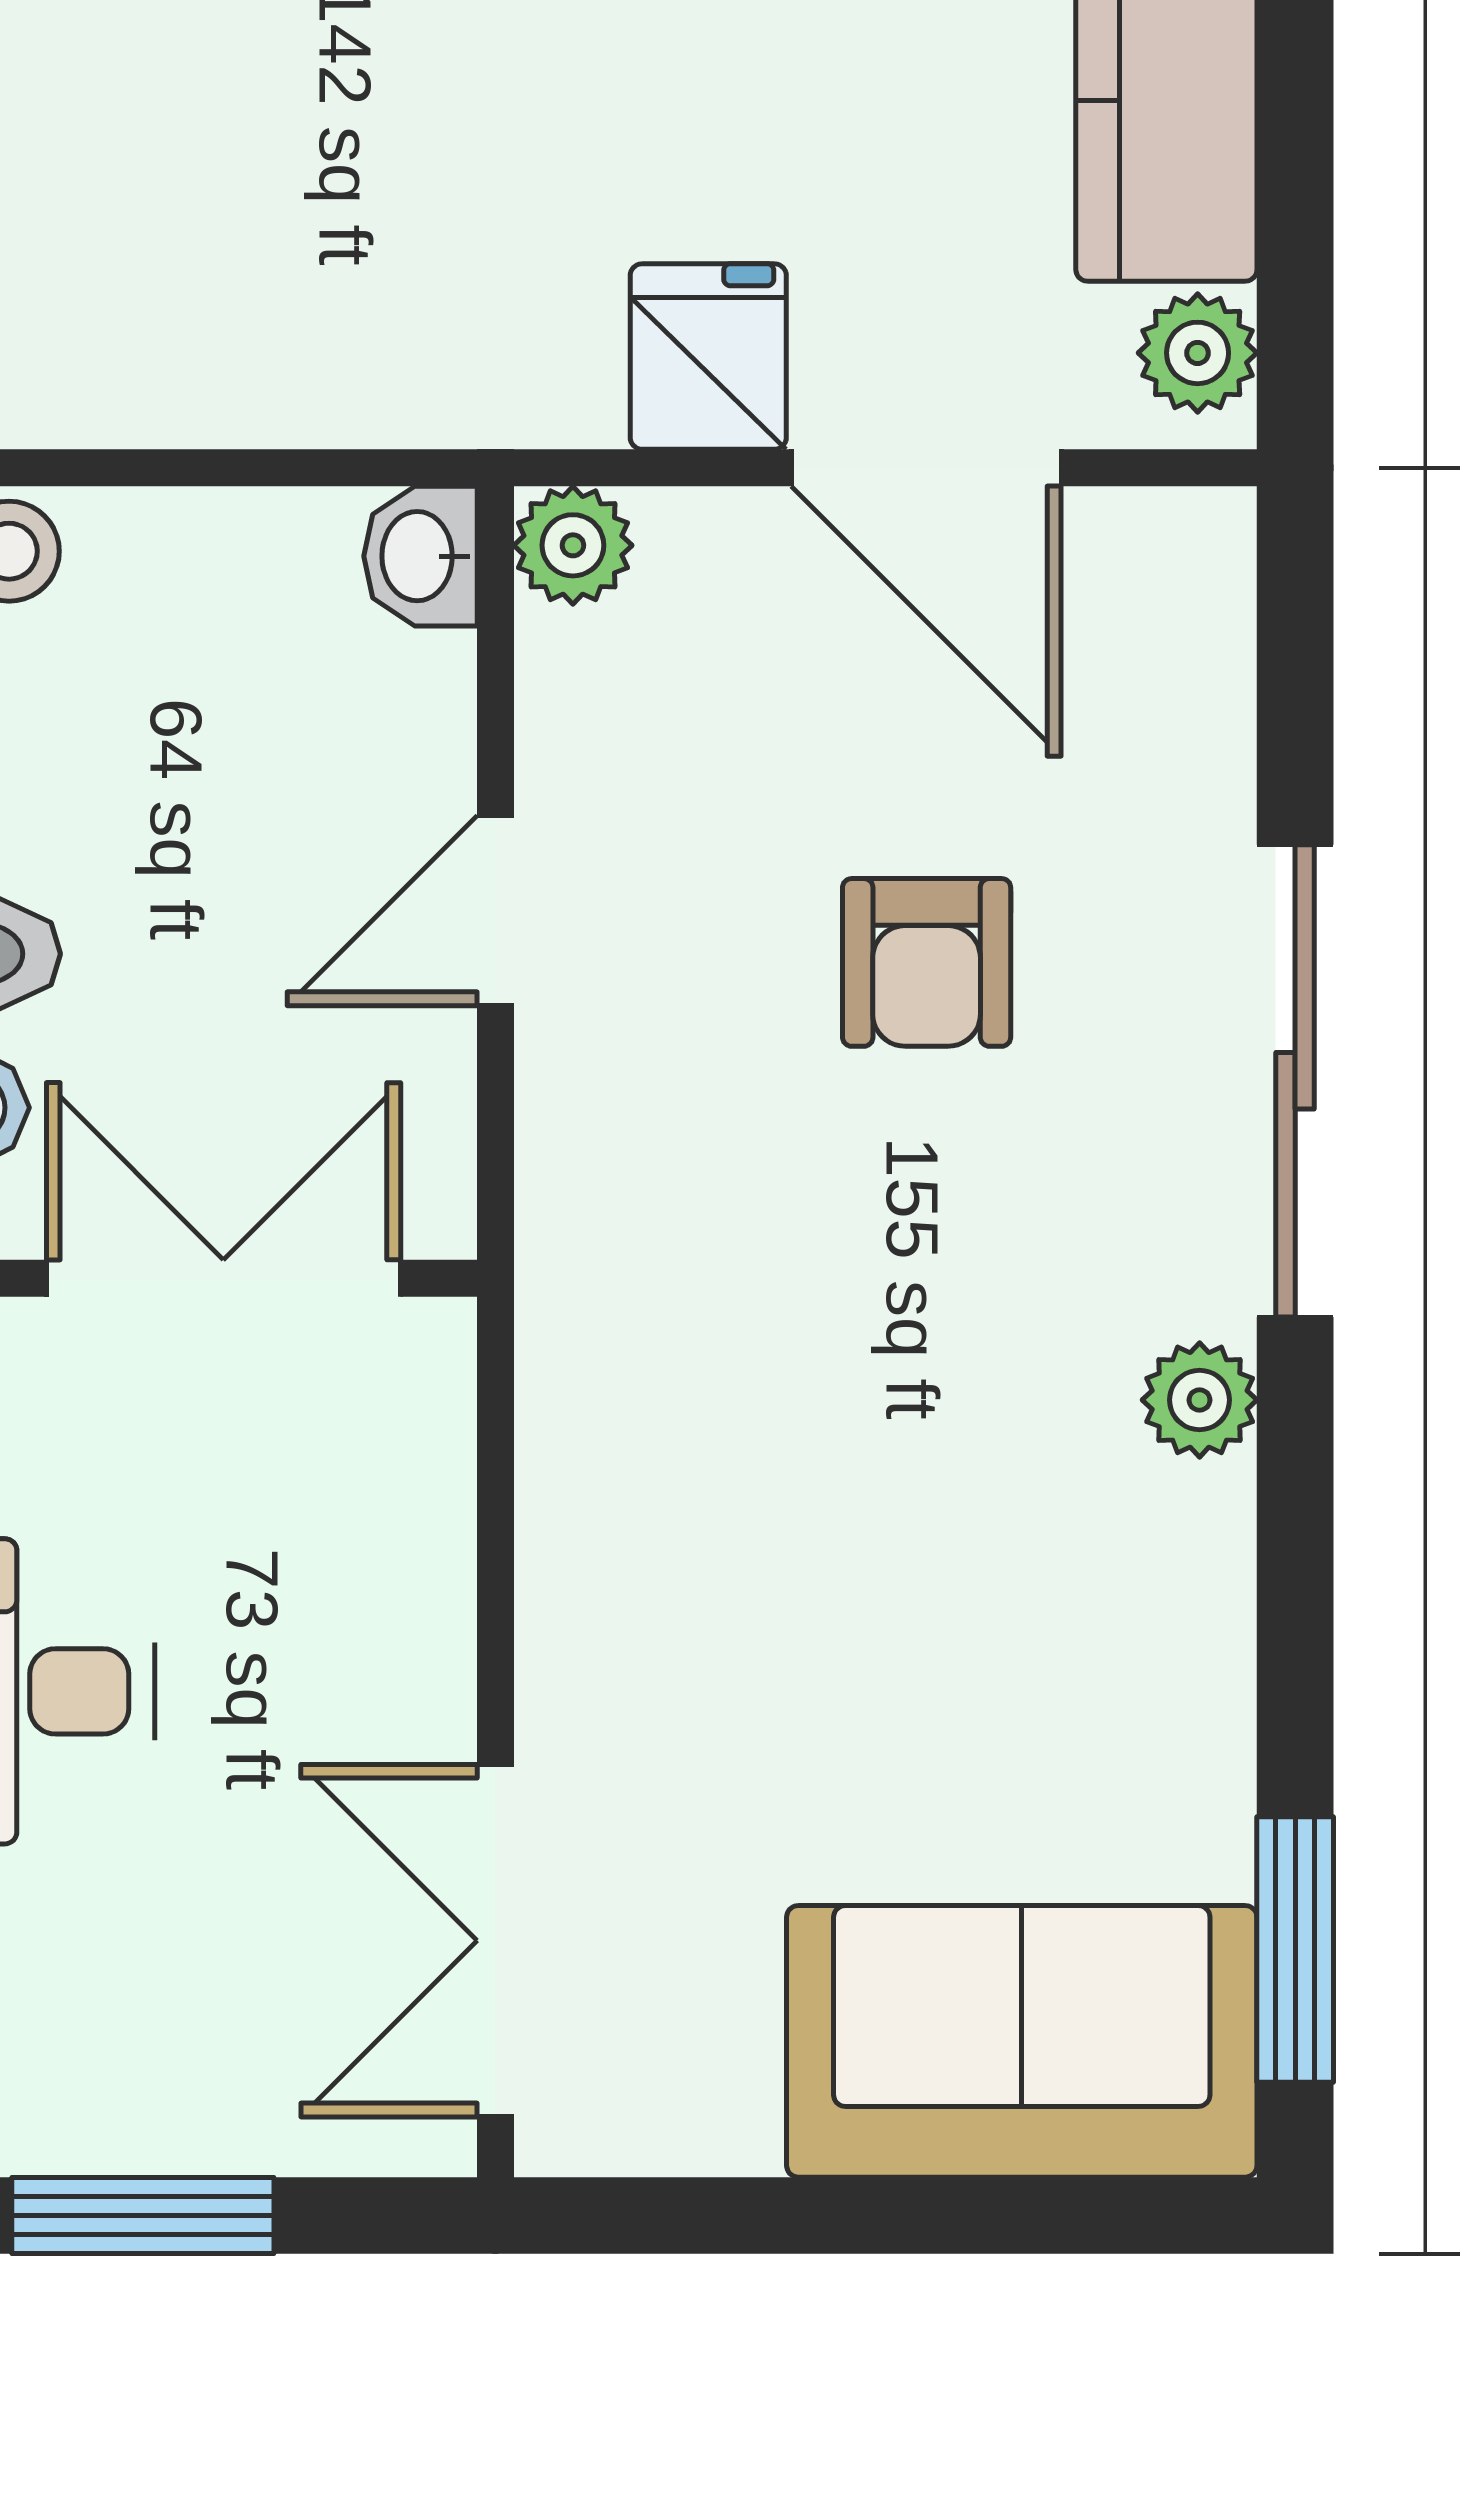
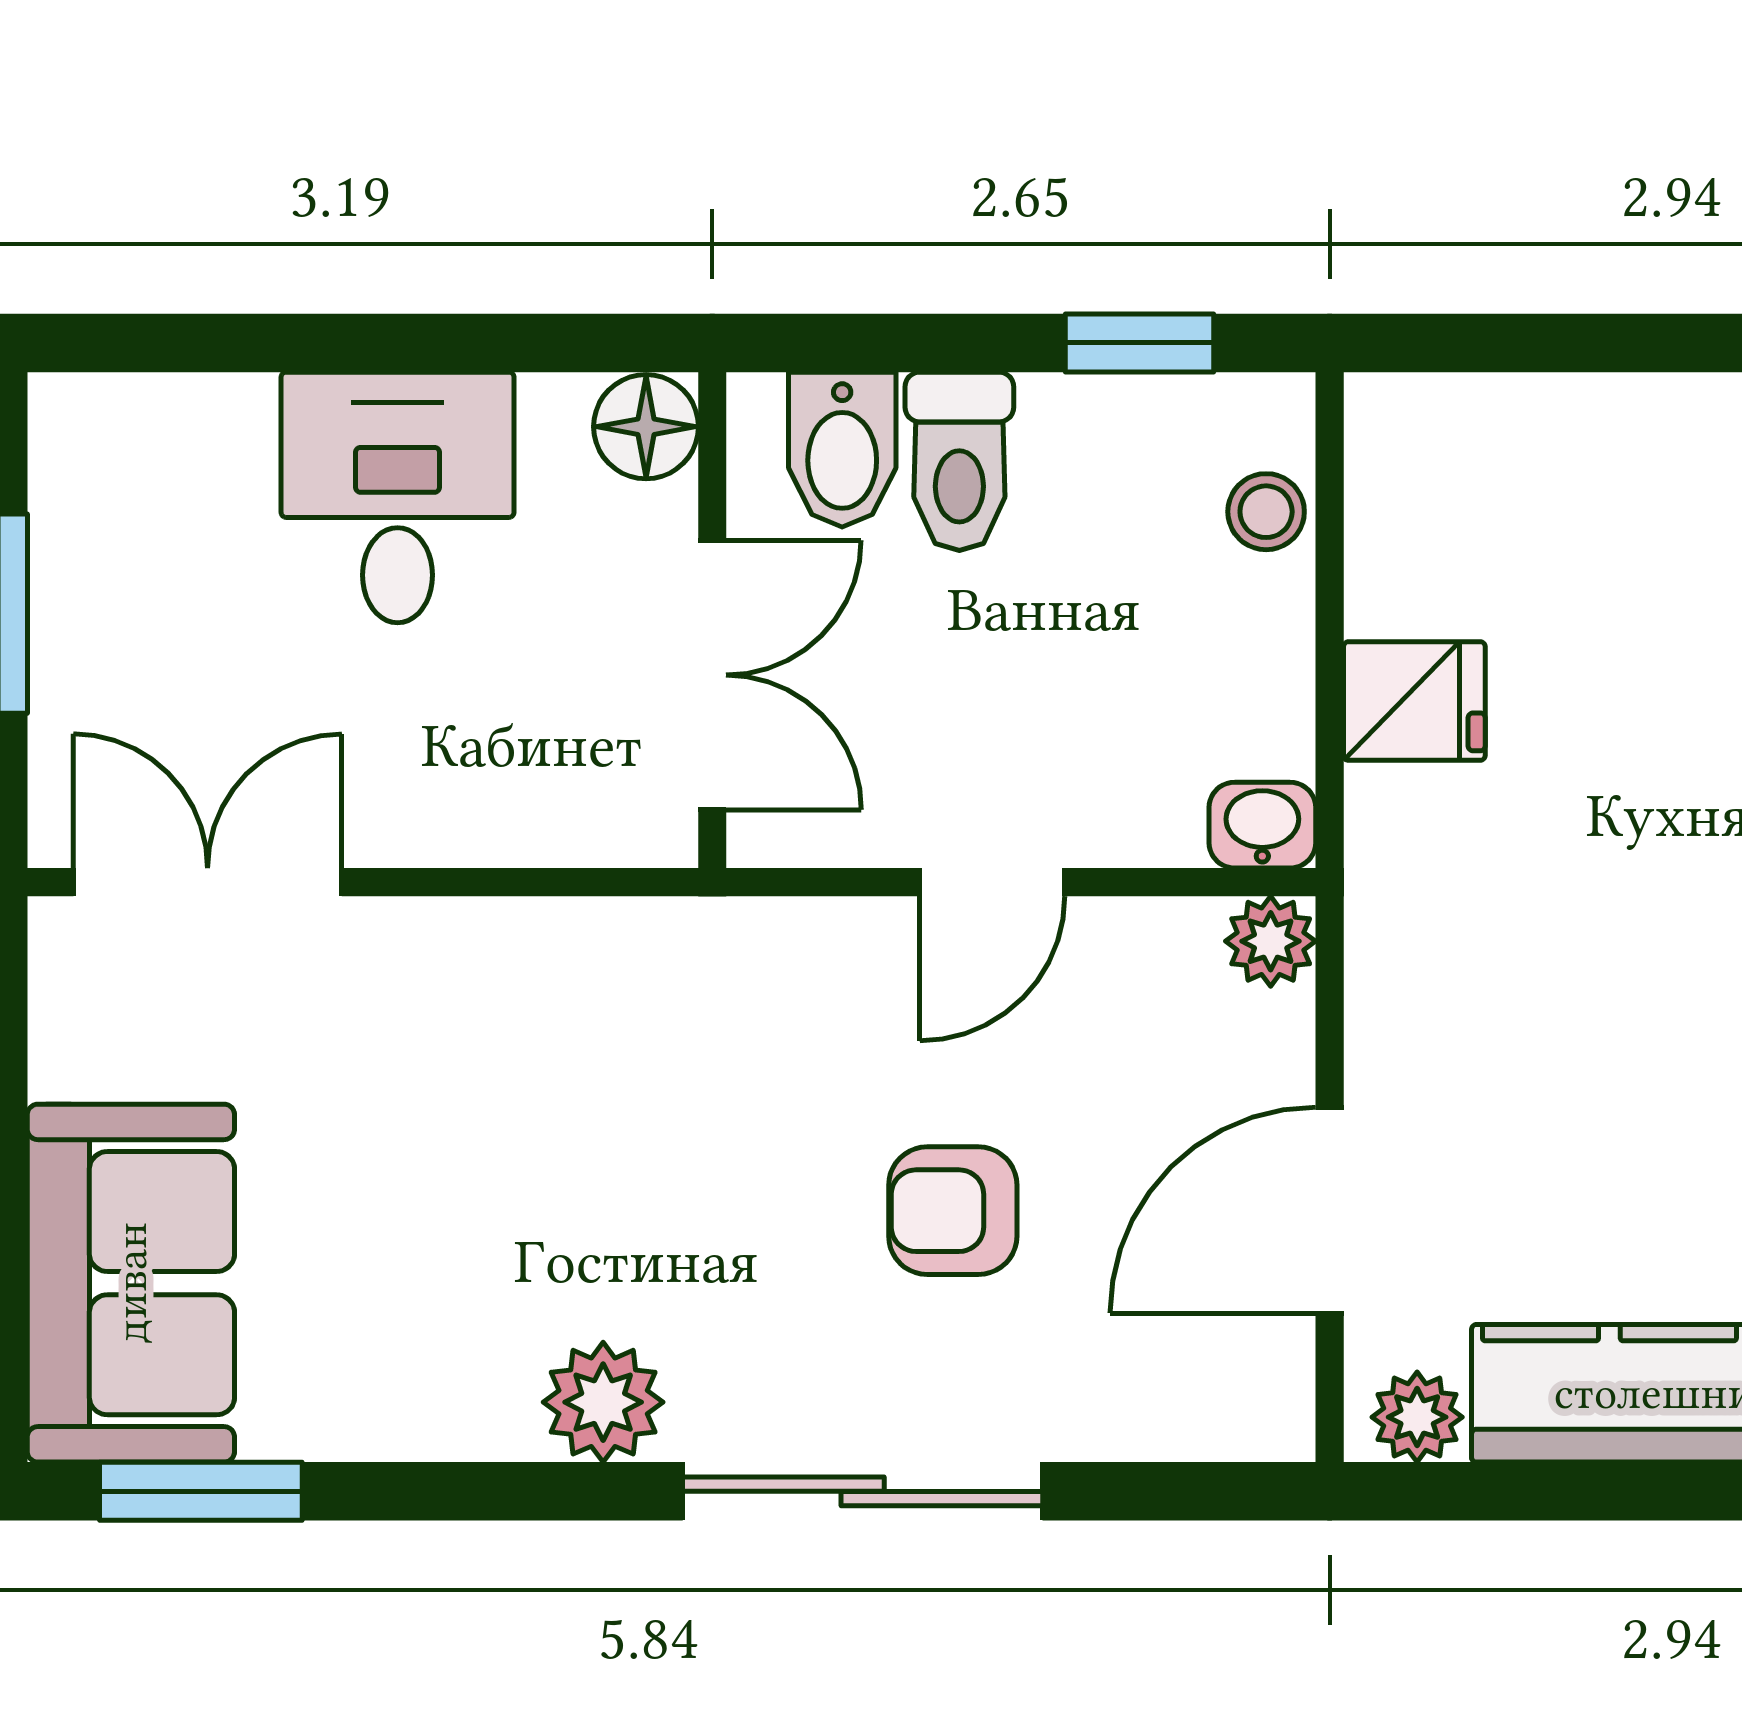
fridge: (708, 357) -> (1414, 701), moved
door: (495, 911) -> (992, 882), swing flipped
plant: (1200, 1400) -> (603, 1402), width x1.38, depth x1.38

